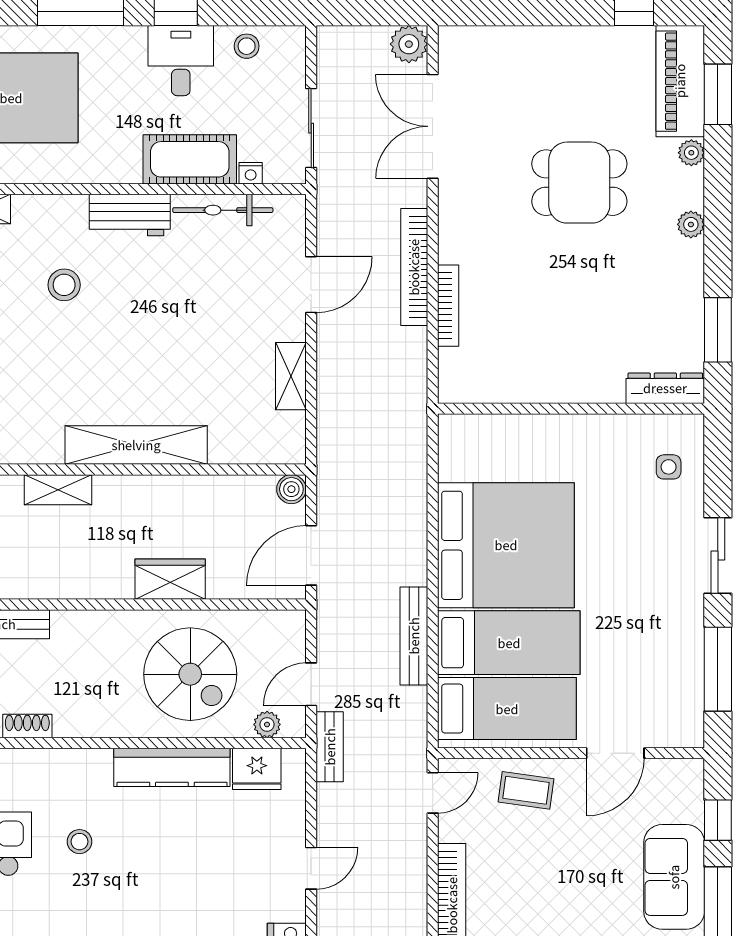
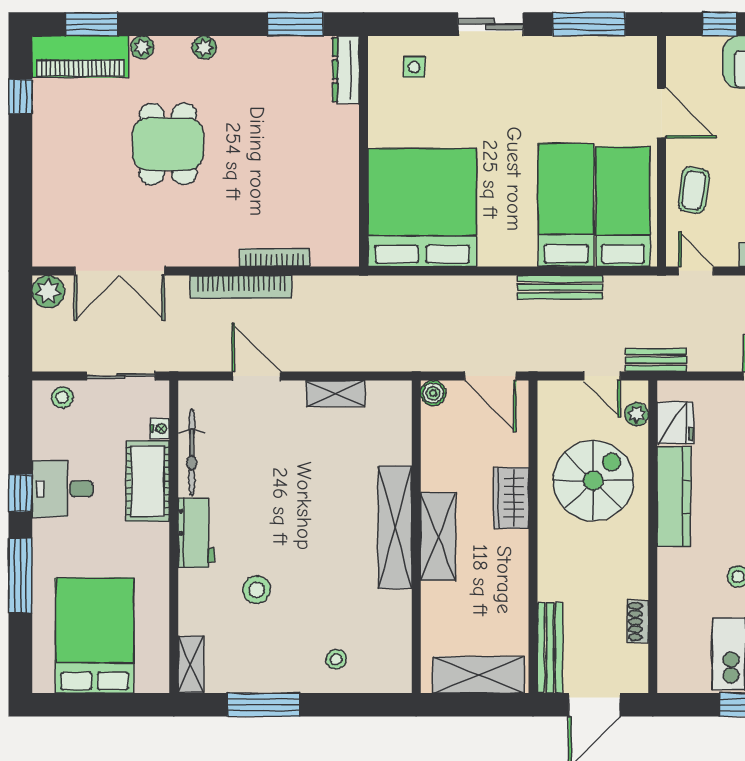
stool: (247, 46) -> (62, 397), moved
shelving: (58, 490) -> (438, 537), moved, width x1.50, depth x1.33
bed: (506, 545) -> (422, 208), moved

